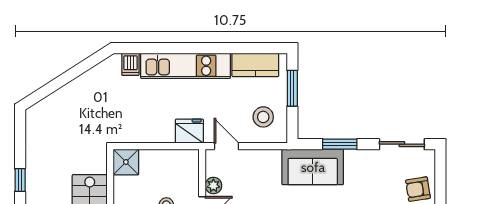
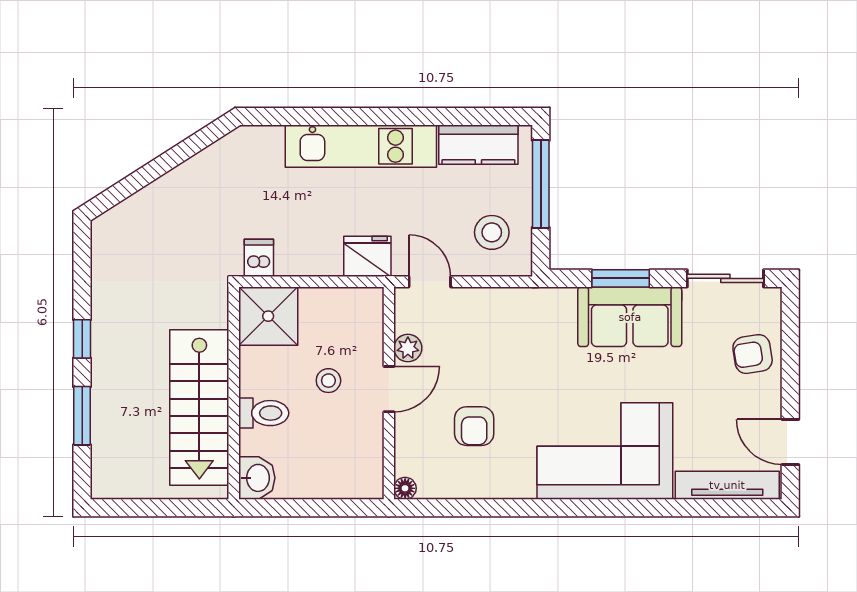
dishwasher: (130, 64) -> (259, 258), moved, turned 180
window: (292, 88) -> (541, 184), width x1.44
shower: (126, 162) -> (268, 316), width x1.36, depth x1.36
sofa: (313, 167) -> (630, 317), moved

